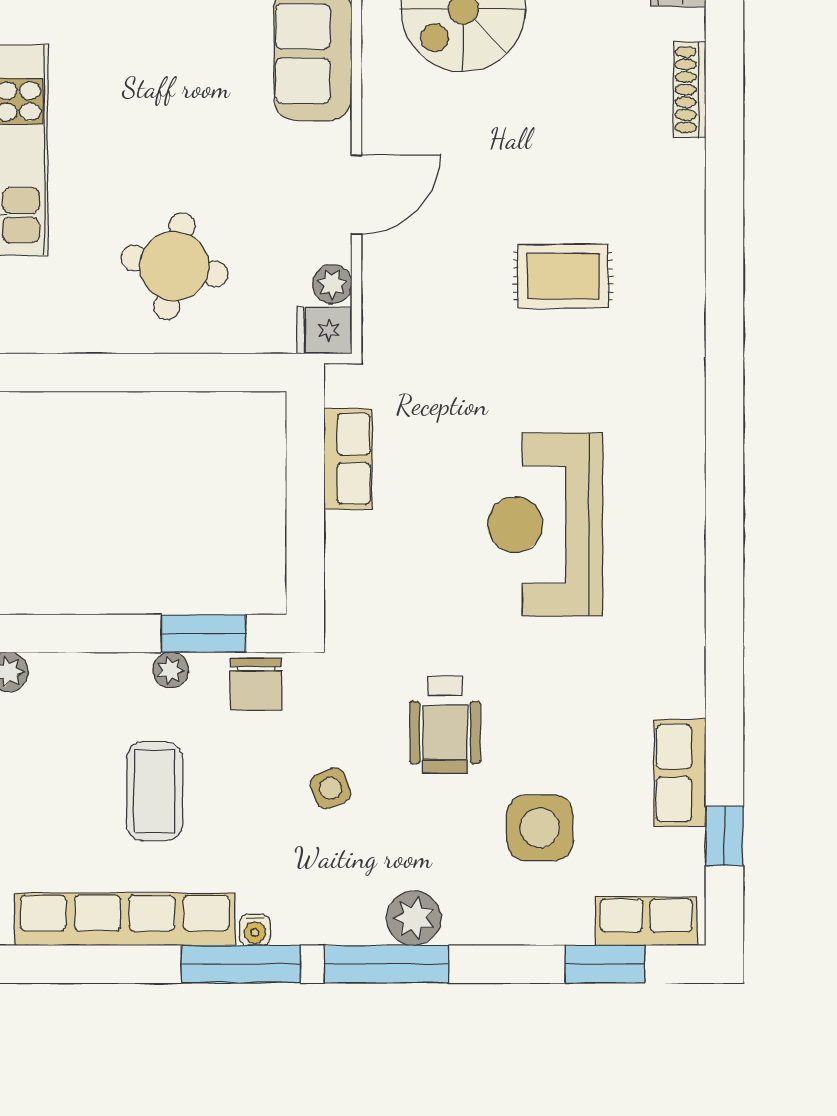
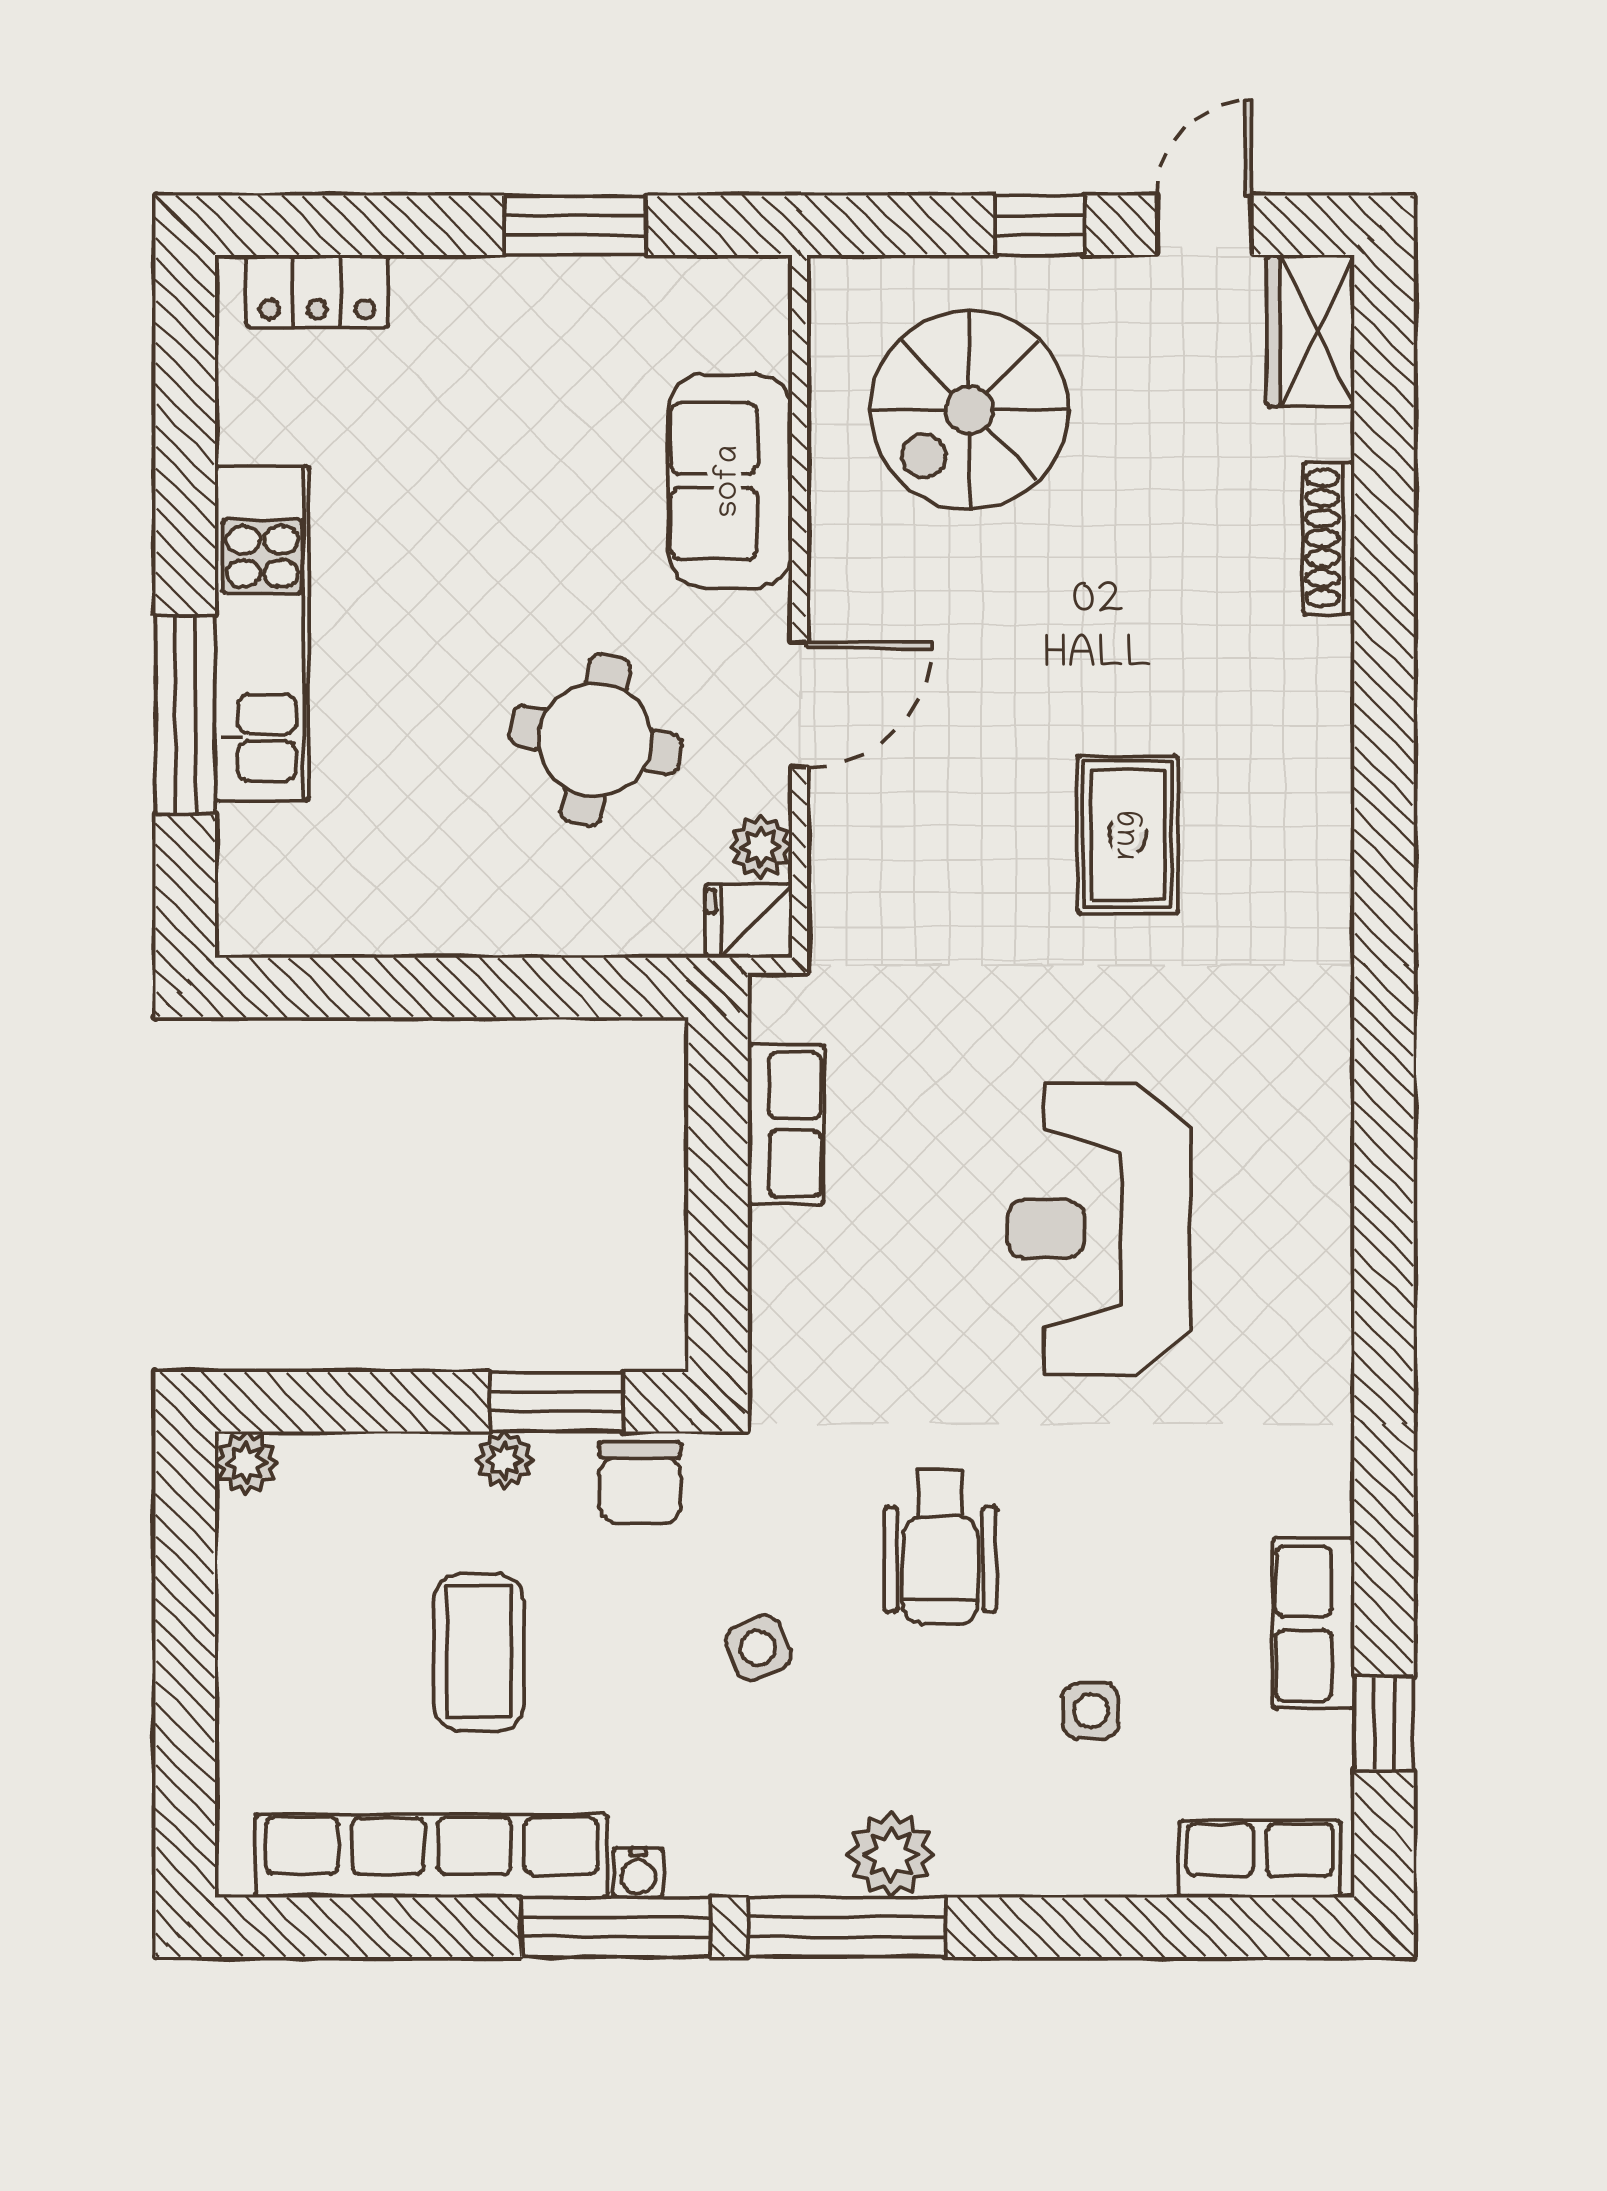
round table: (174, 266) -> (595, 740), moved
rug: (563, 276) -> (1128, 835), turned 90
side table: (540, 828) -> (1091, 1711), width x0.54, depth x0.54
window: (605, 964) -> (1194, 1927), removed

